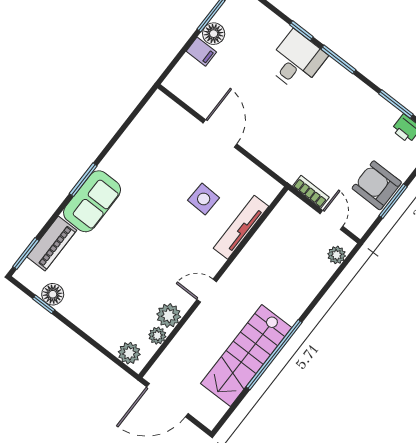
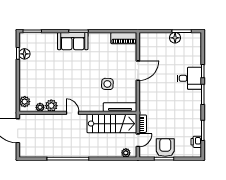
filing cabinet: (201, 52) -> (164, 38), removed
tv unit: (241, 227) -> (120, 107), moved
piano: (52, 244) -> (124, 38), moved
stairs: (246, 356) -> (112, 124), moved, turned 180

